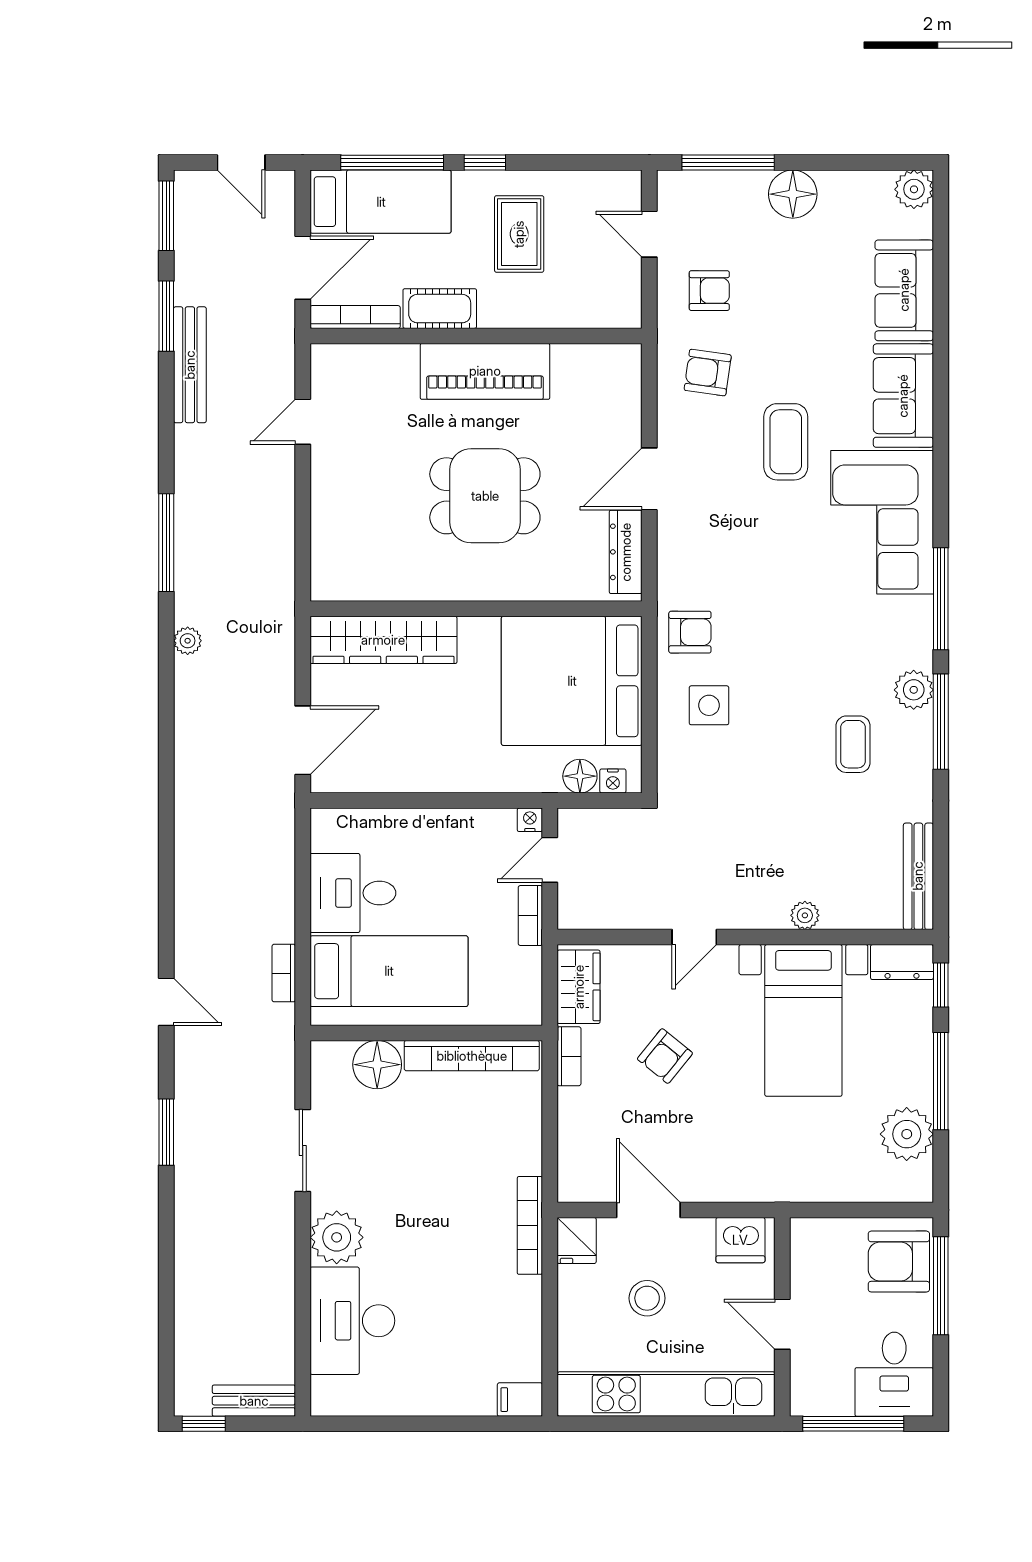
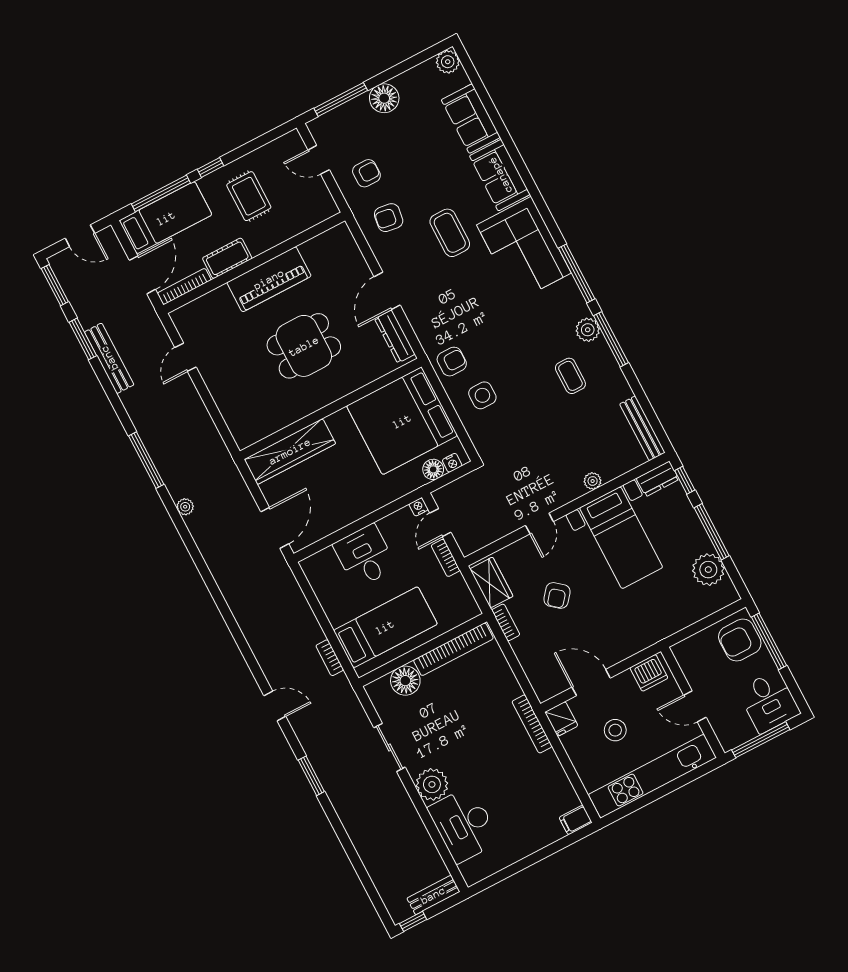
desk: (353, 893) -> (365, 556), moved, turned 90

